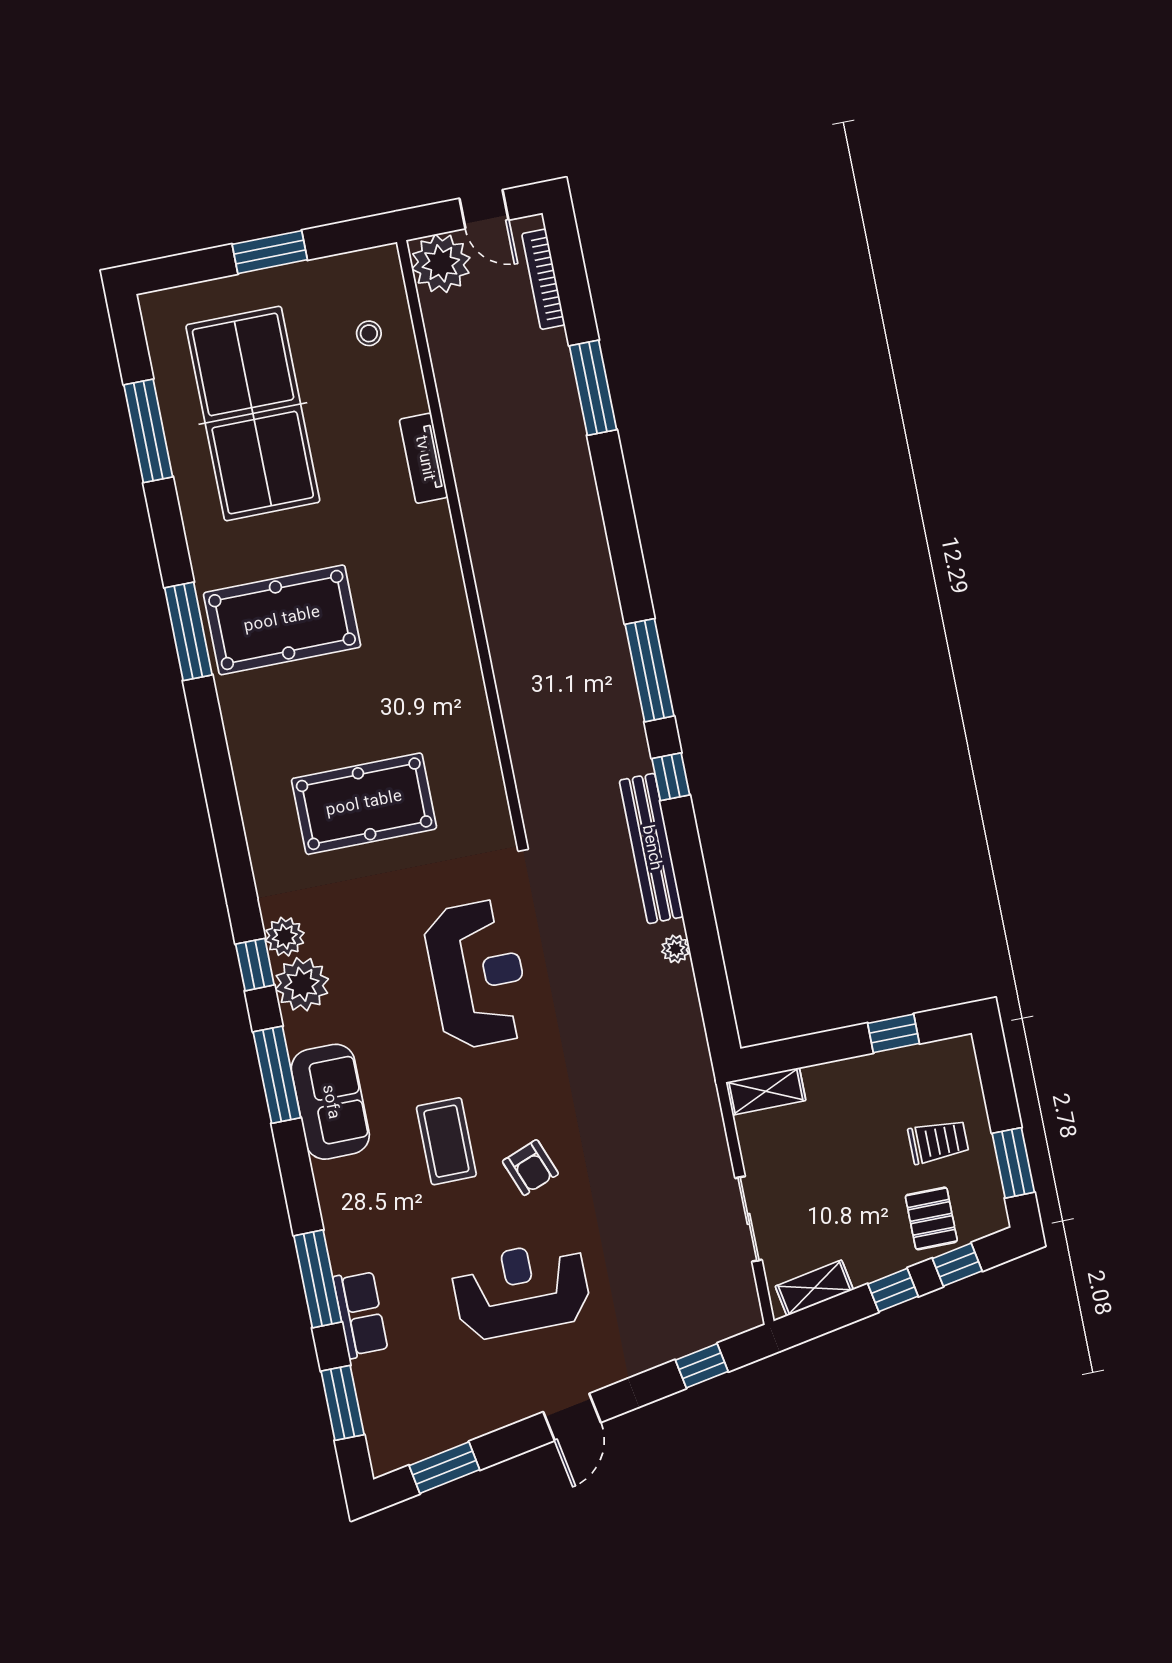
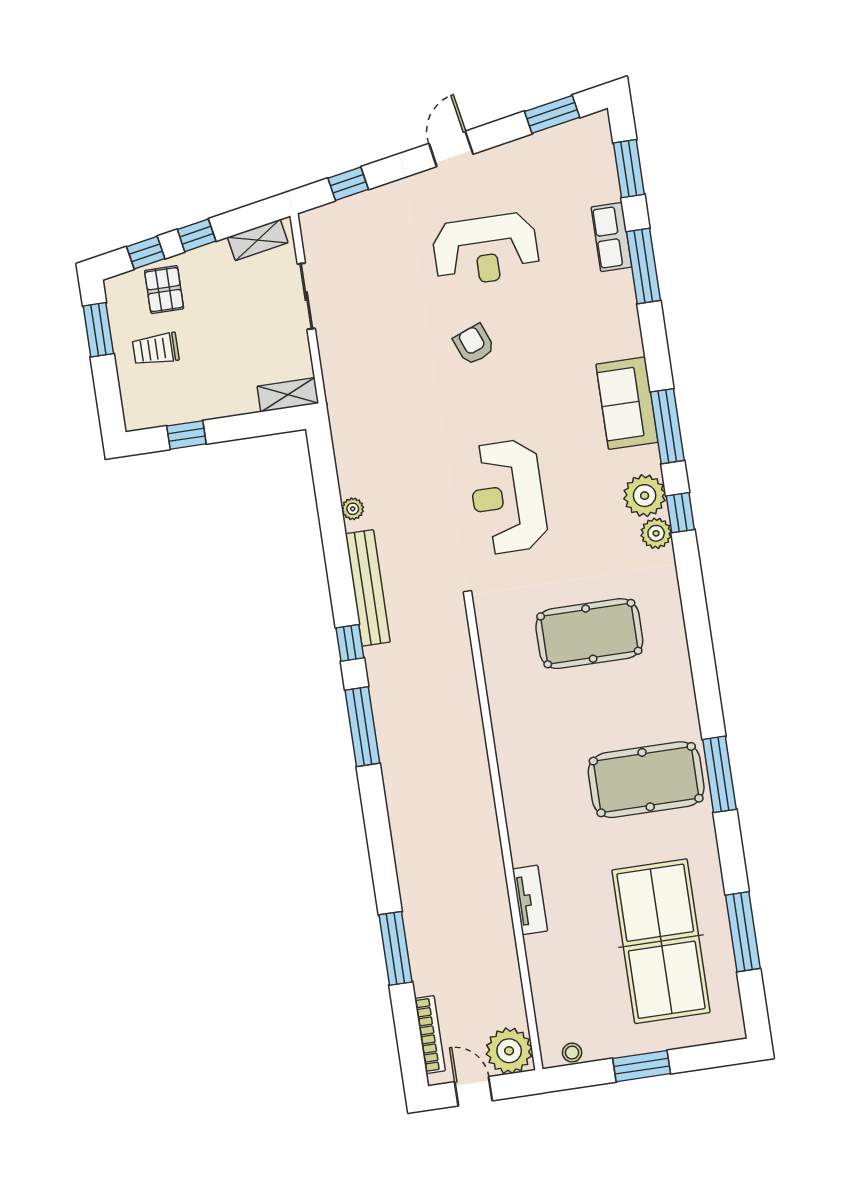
stool: (369, 333) -> (572, 1053), moved
coffee table: (446, 1141) -> (538, 368), removed

